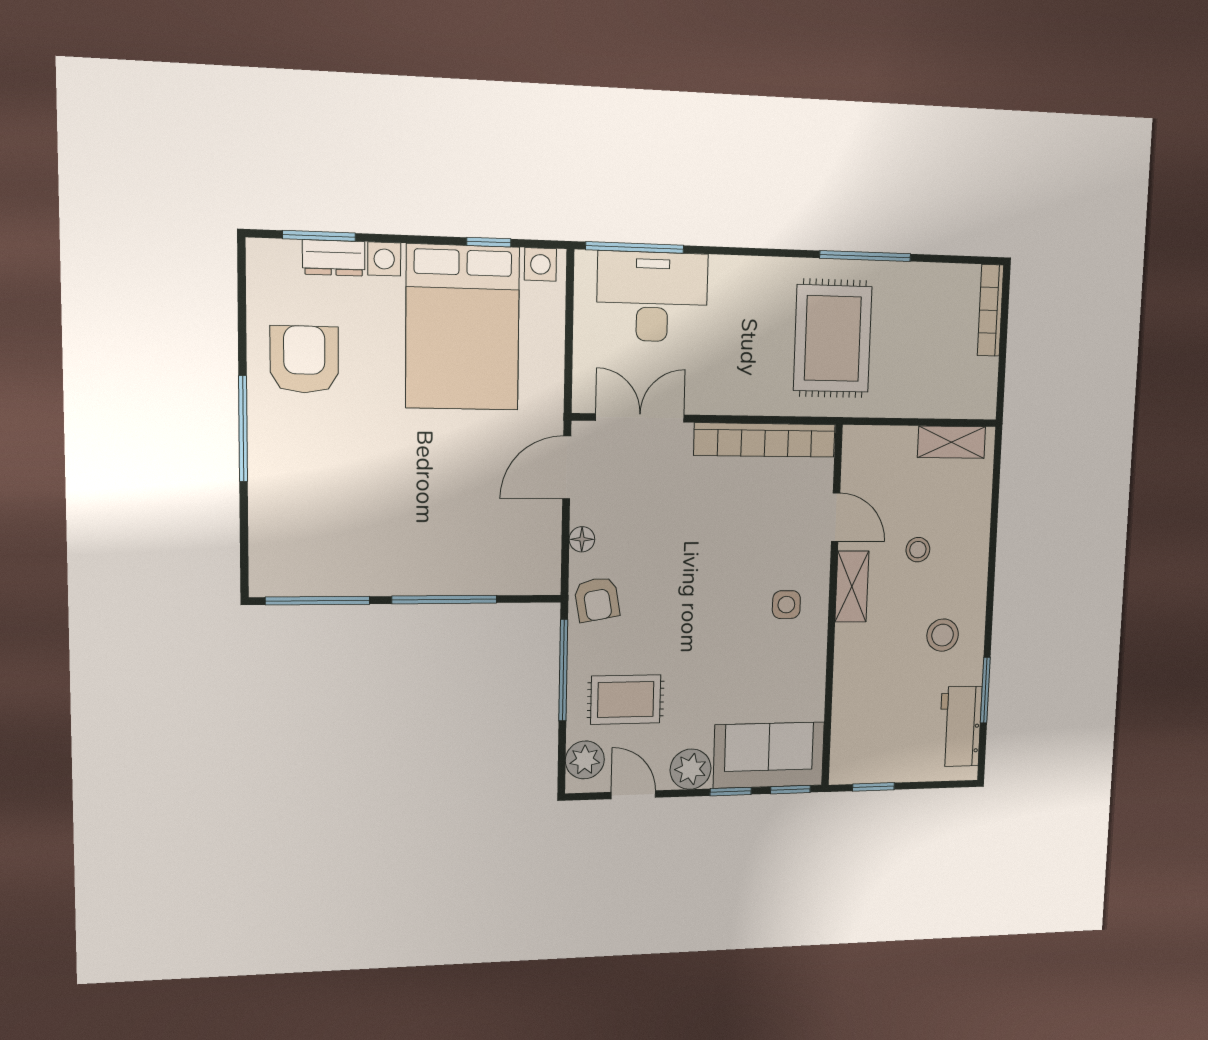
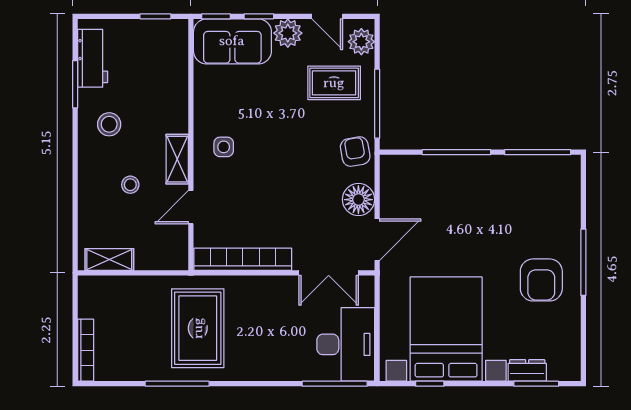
desk: (652, 297) -> (346, 344), moved, turned -90
armchair: (304, 359) -> (541, 280), moved
door: (836, 517) -> (191, 207), hinge flipped
floor lamp: (582, 539) -> (358, 200), width x1.89, depth x1.89

